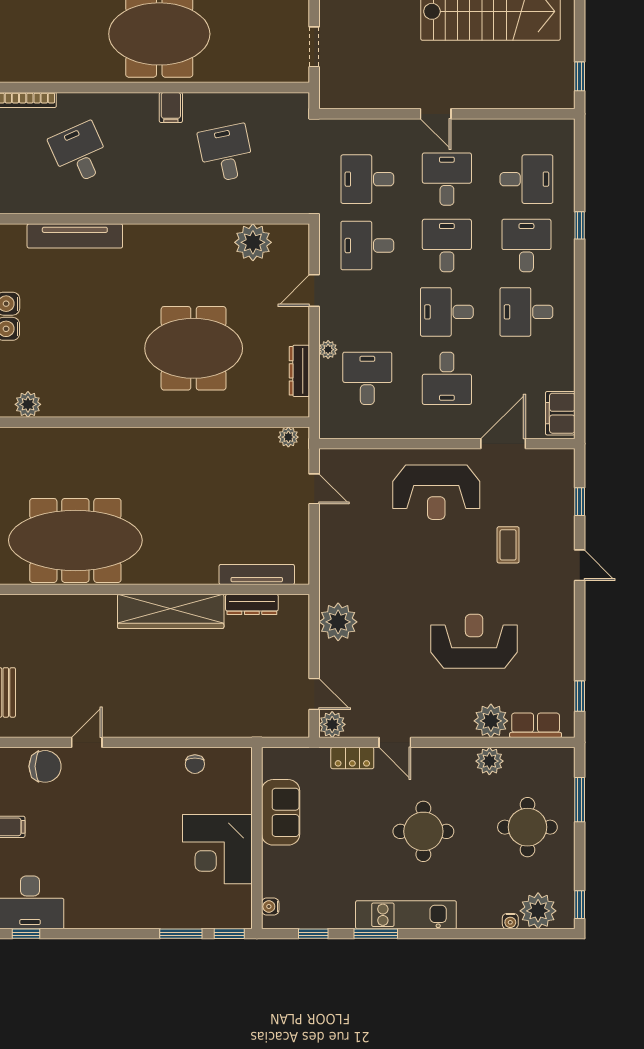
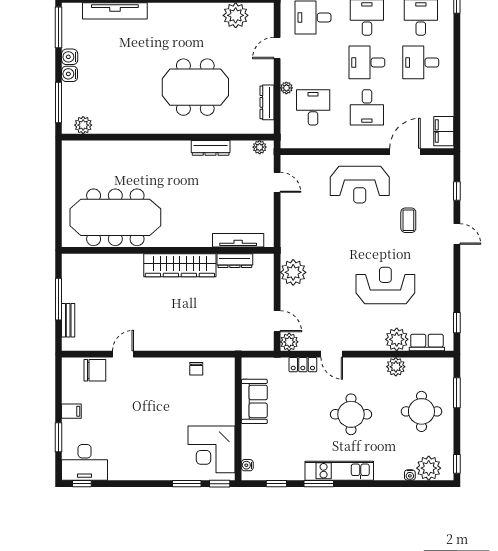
dresser: (216, 438) -> (211, 148), added
corner desk: (217, 849) -> (211, 449), moved

